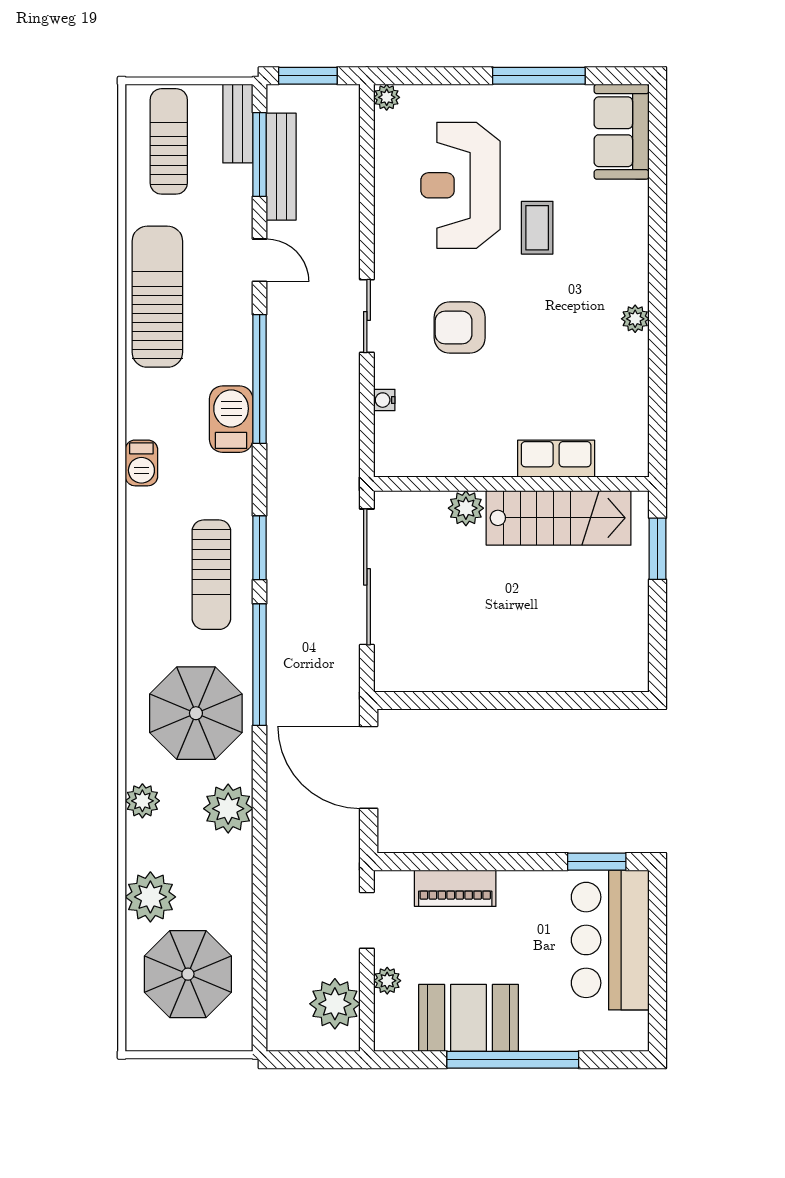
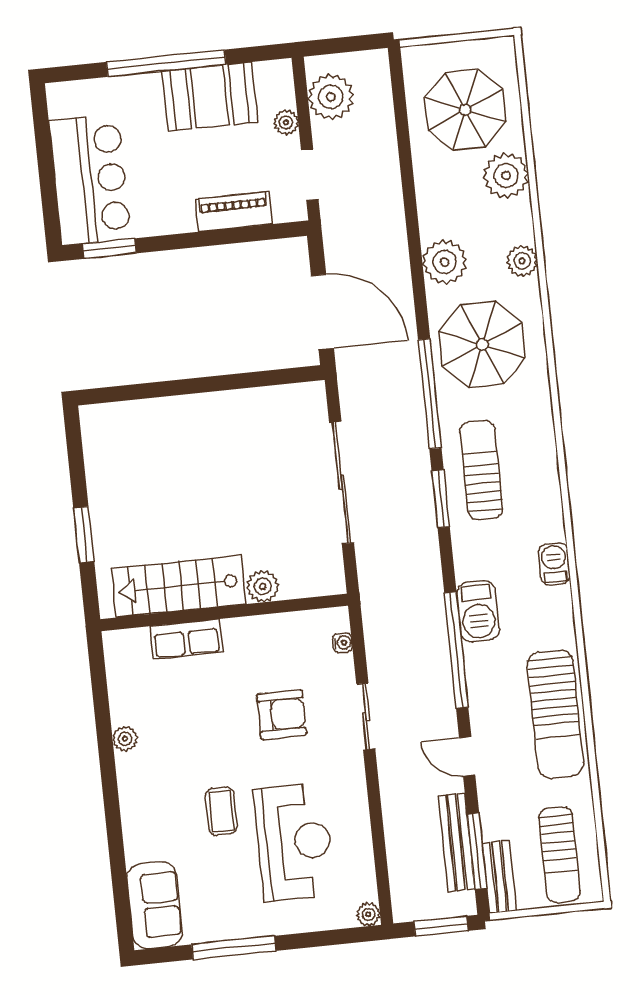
row of seats: (556, 459) -> (186, 639), moved
wall: (511, 484) -> (224, 612), moved
plant: (466, 508) -> (263, 586), moved
stairs: (559, 518) -> (179, 586), moved

